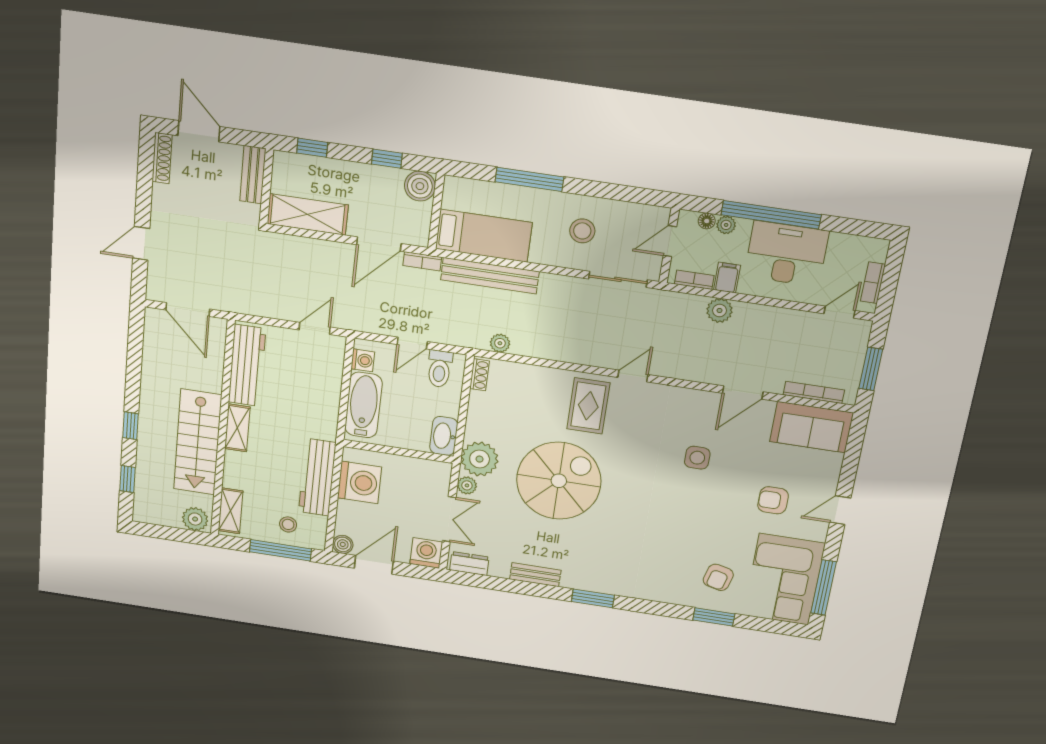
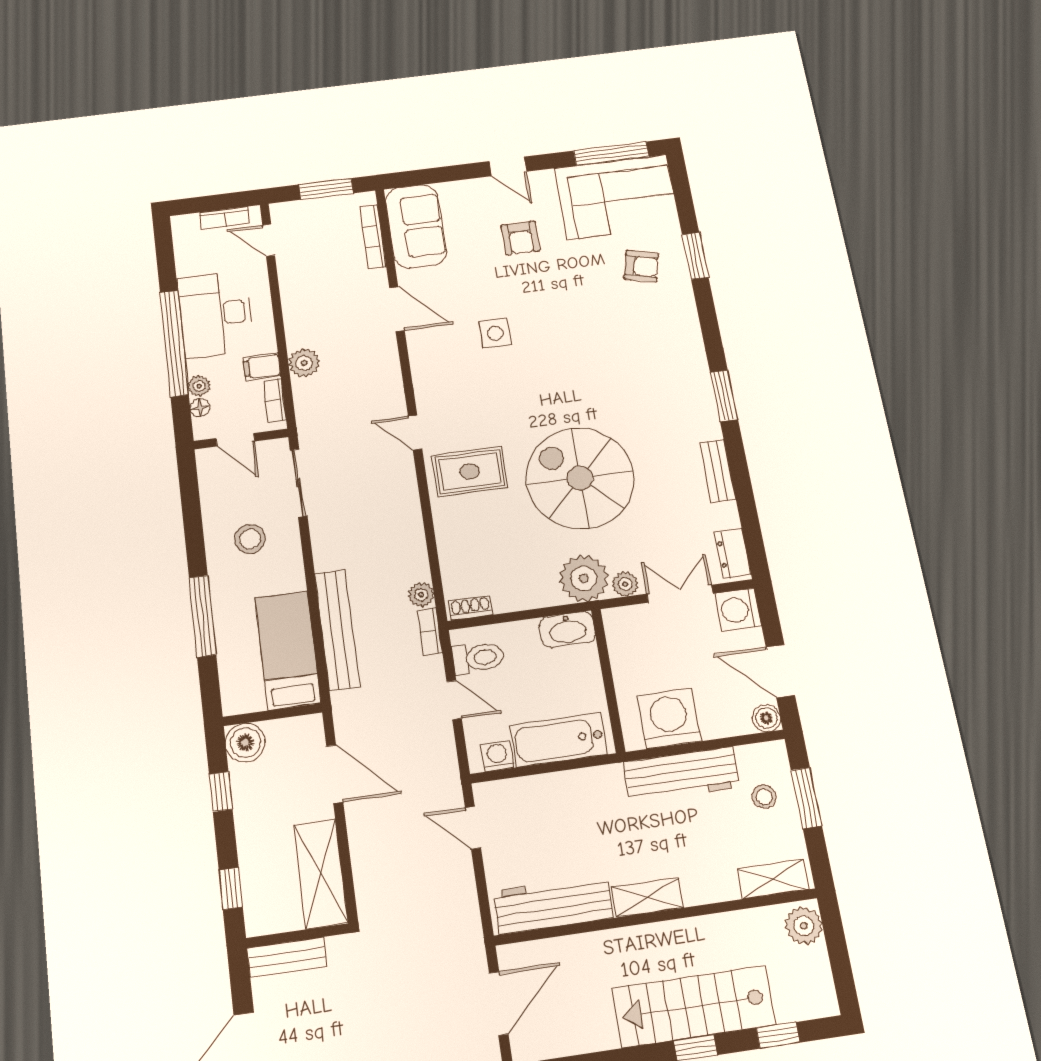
bookcase: (422, 261) -> (430, 631), moved, turned 180
stairs: (198, 442) -> (694, 1007), moved, turned 180
window: (281, 550) -> (806, 798), width x0.69

